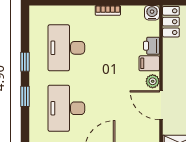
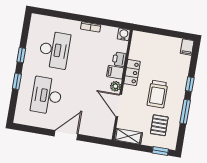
locker: (171, 22) -> (132, 73), moved
desk: (66, 48) -> (54, 50), turned 180

